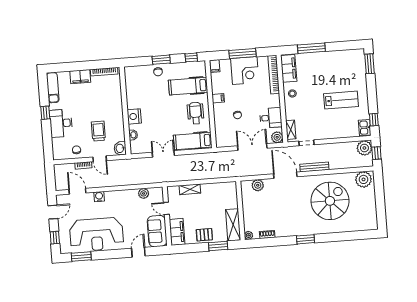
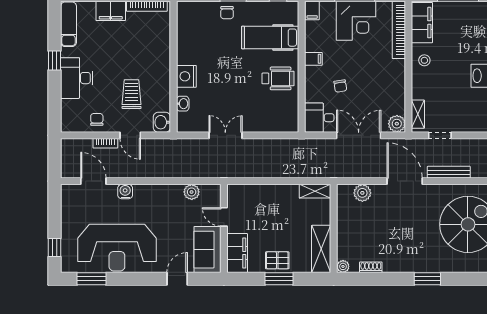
wheelchair: (196, 113) -> (278, 78), turned 90
desk: (271, 118) -> (321, 118), moved, turned 180
hospital bed: (193, 141) -> (271, 120), removed
shelving: (190, 189) -> (315, 191), moved
door: (53, 212) -> (55, 209), removed
window: (218, 246) -> (279, 279), moved

